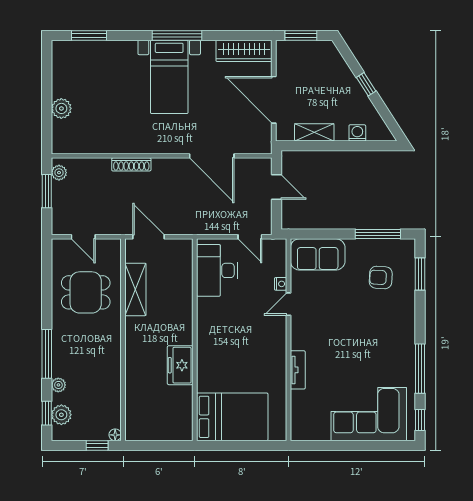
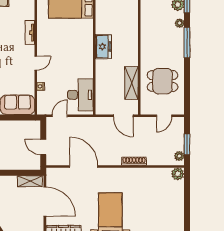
plant: (61, 108) -> (178, 174), moved
shelving: (314, 132) -> (30, 181), moved
door: (83, 237) -> (164, 116), swing flipped
door: (250, 237) -> (60, 116), hinge flipped
door: (289, 304) -> (36, 63), moved
freezer: (180, 365) -> (103, 47), moved

